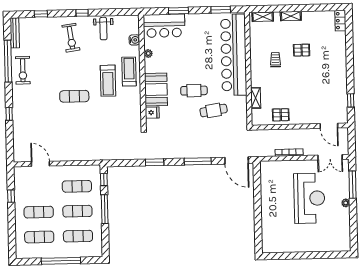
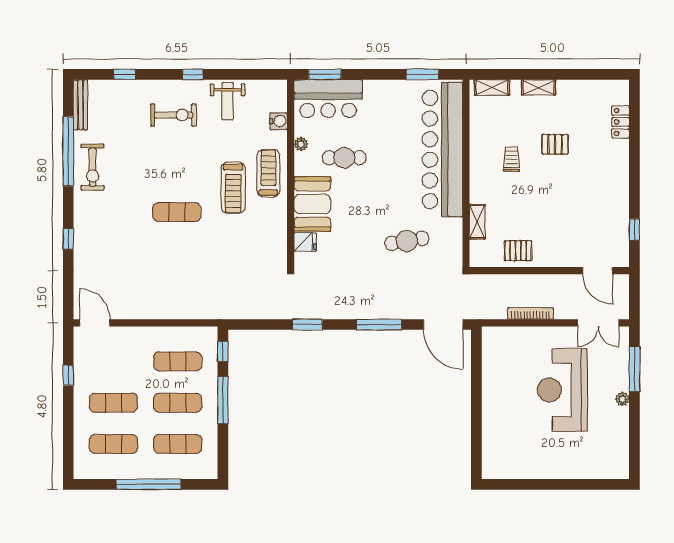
window: (178, 11) -> (325, 74), moved
locker: (340, 21) -> (621, 122), moved
exercise bike: (71, 38) -> (174, 115), turned -82
cafe table: (194, 91) -> (344, 158), moved
door: (40, 164) -> (95, 323), moved
reception desk: (309, 198) -> (562, 390), turned 180

